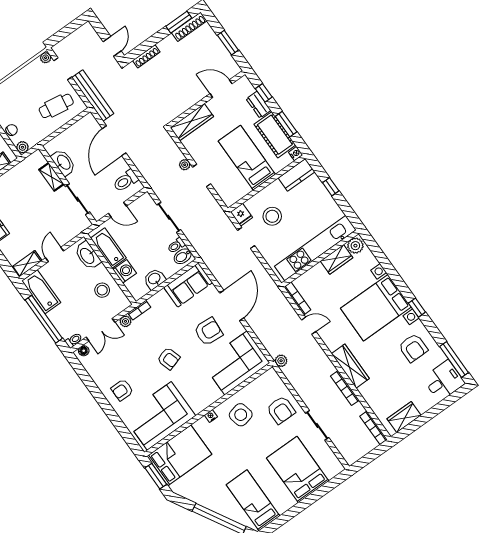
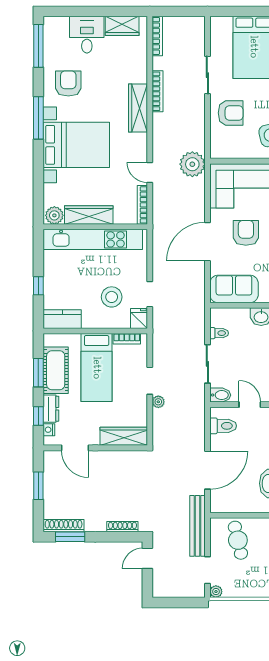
cafe table: (56, 106) -> (238, 540), turned 68
nightstand: (296, 153) -> (49, 430), moved
bookcase: (240, 194) -> (127, 339), added
bidet: (183, 256) -> (220, 395), moved
wardrobe: (337, 259) -> (89, 215), width x1.50
window: (417, 308) -> (38, 118), width x2.17
armchair: (208, 332) -> (246, 233), turned 86
plant: (281, 361) -> (192, 164), width x1.88, depth x1.88
desk: (444, 381) -> (87, 35), moved, turned 90
armchair: (281, 410) -> (231, 113), turned 90

